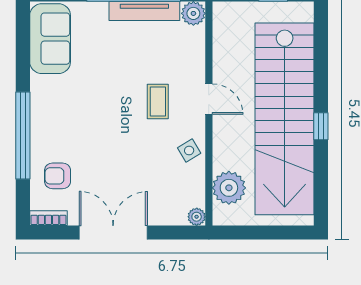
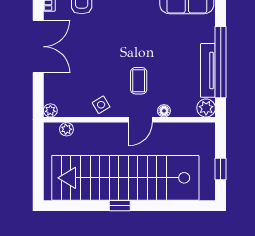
floor lamp: (197, 68) -> (164, 111), added
coffee table: (158, 101) -> (139, 81), turned 90
plant: (229, 188) -> (67, 129), width x0.53, depth x0.53

